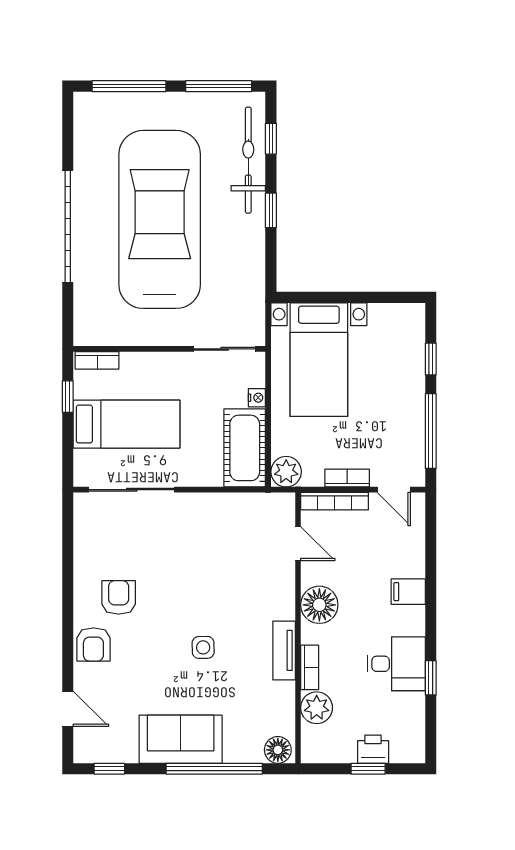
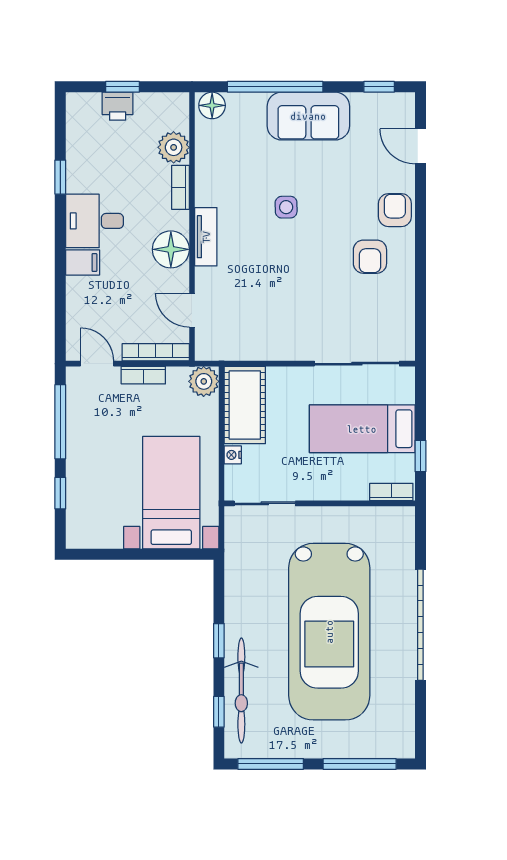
tv unit: (284, 650) -> (206, 237), moved
desk: (396, 664) -> (95, 221), moved

